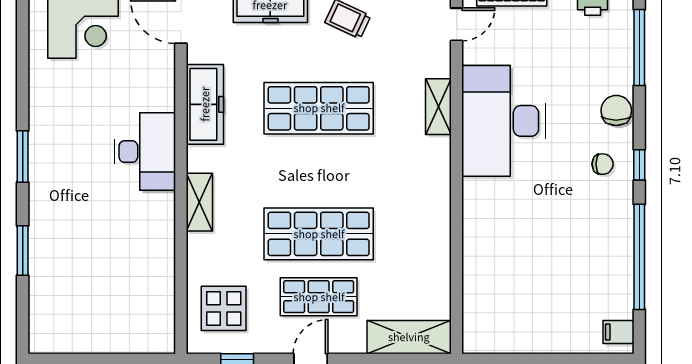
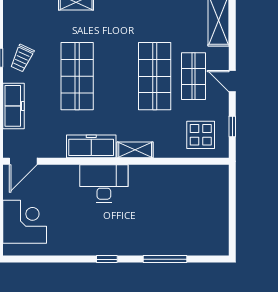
freezer: (205, 104) -> (91, 146), moved
window: (23, 157) -> (107, 259), width x0.67
window: (23, 251) -> (165, 259), width x1.44

